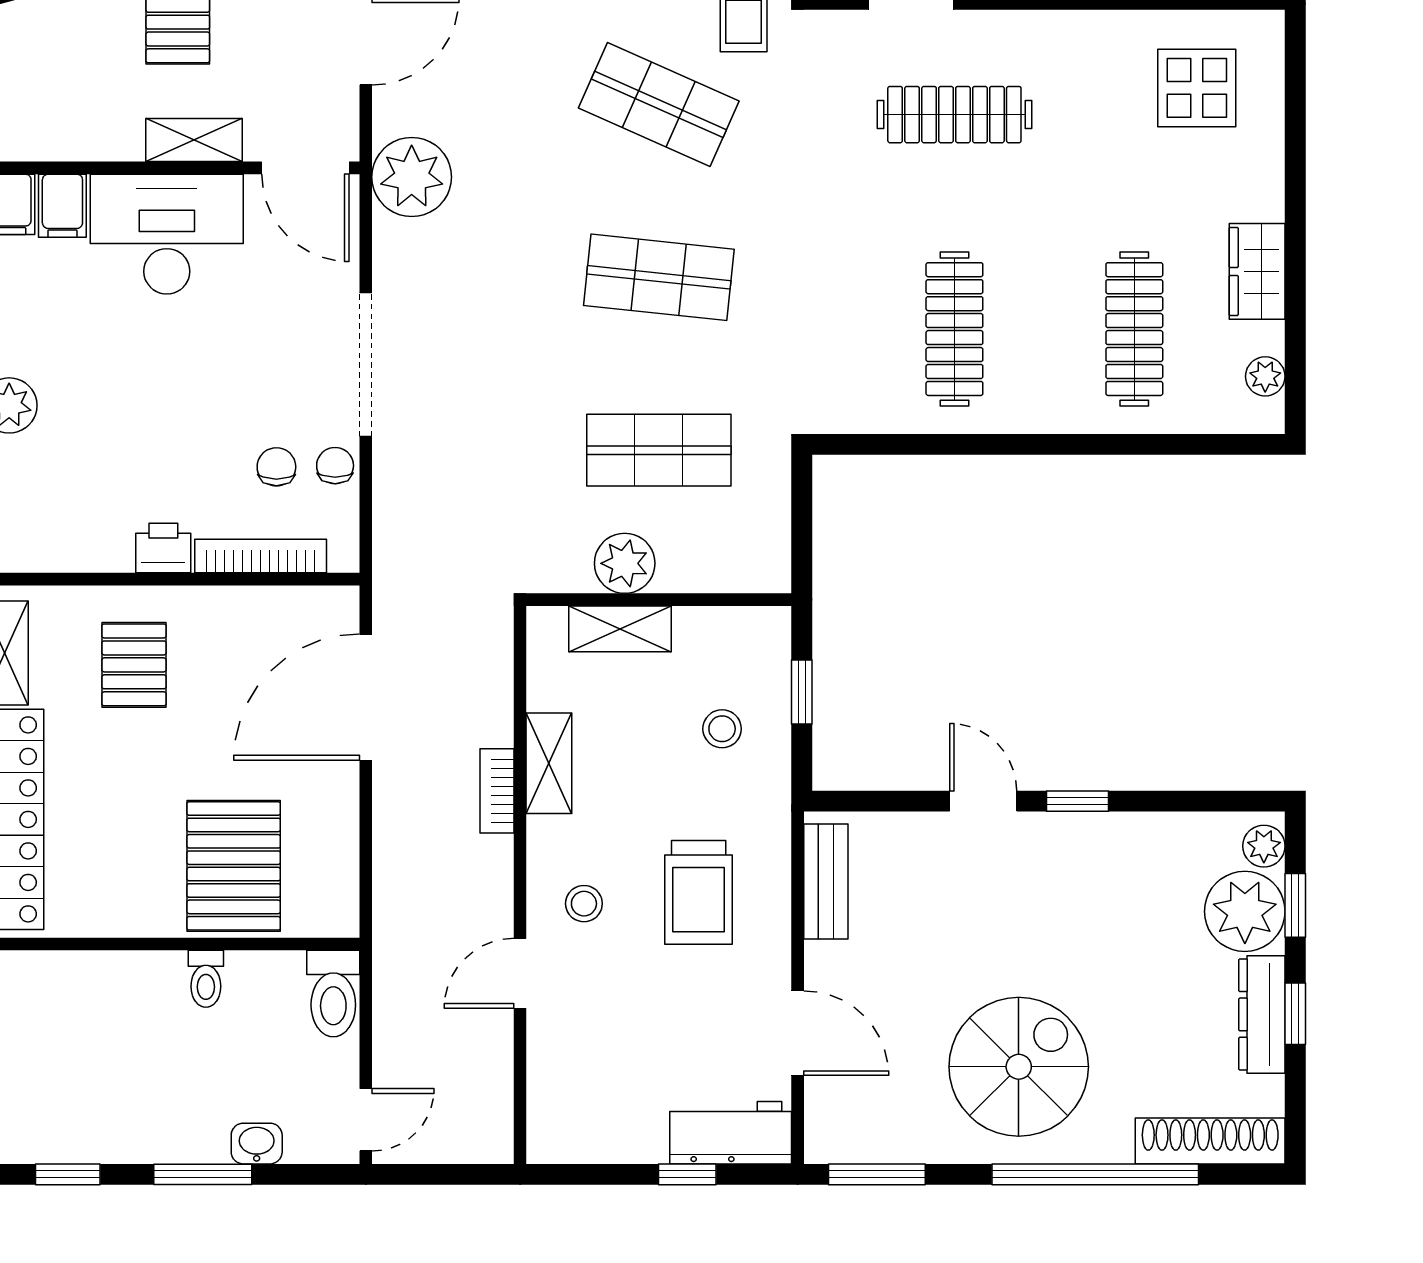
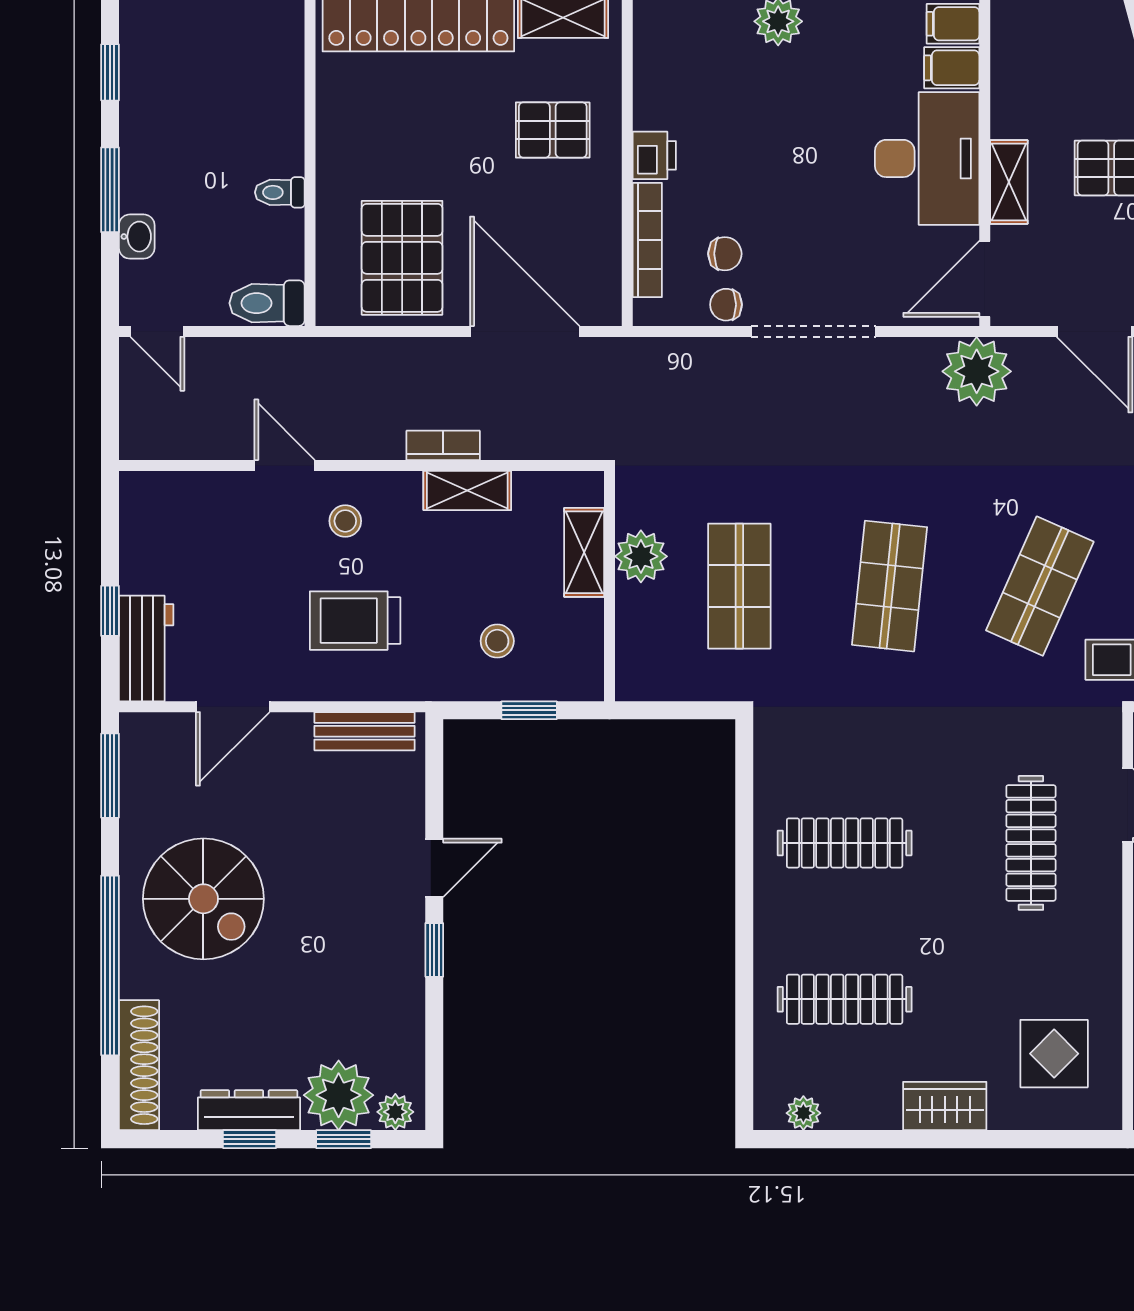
wardrobe: (1257, 271) -> (945, 1106), moved
chair: (335, 466) -> (726, 305), turned 180
pallet: (234, 866) -> (402, 258), moved, turned 90

